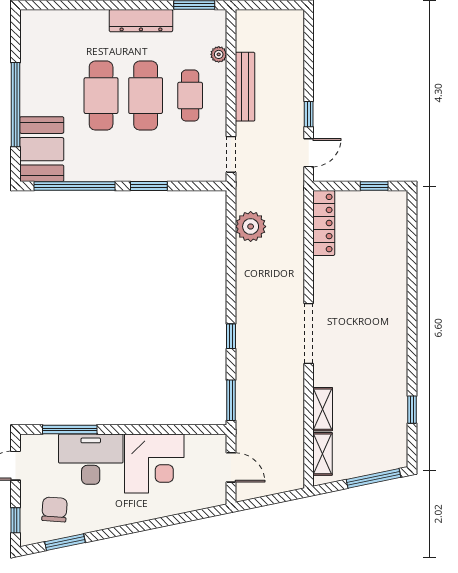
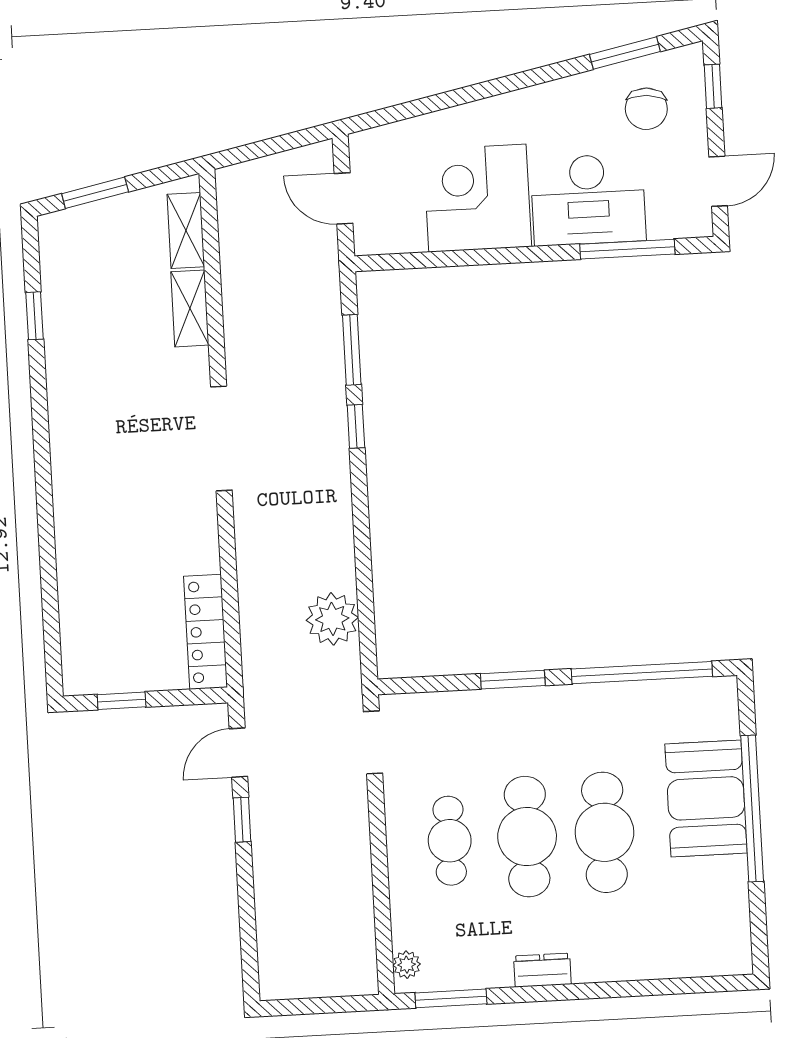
dresser: (141, 21) -> (542, 970), width x0.51, depth x0.80
plant: (219, 54) -> (407, 965), moved
bench: (245, 87) -> (355, 861), removed
booth: (42, 149) -> (706, 798), moved
window: (231, 400) -> (352, 350), moved
window: (373, 478) -> (95, 193), width x0.69

